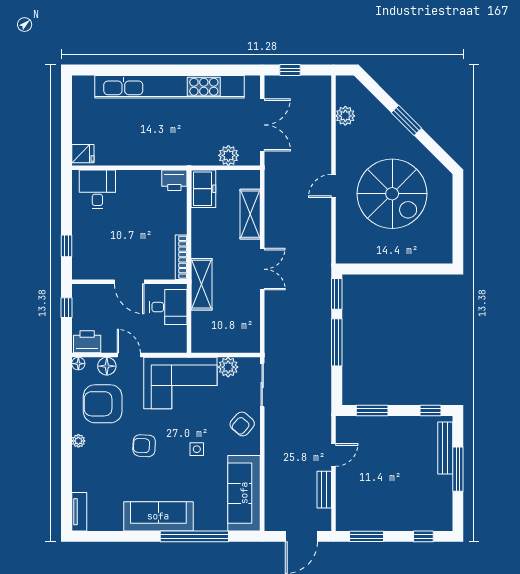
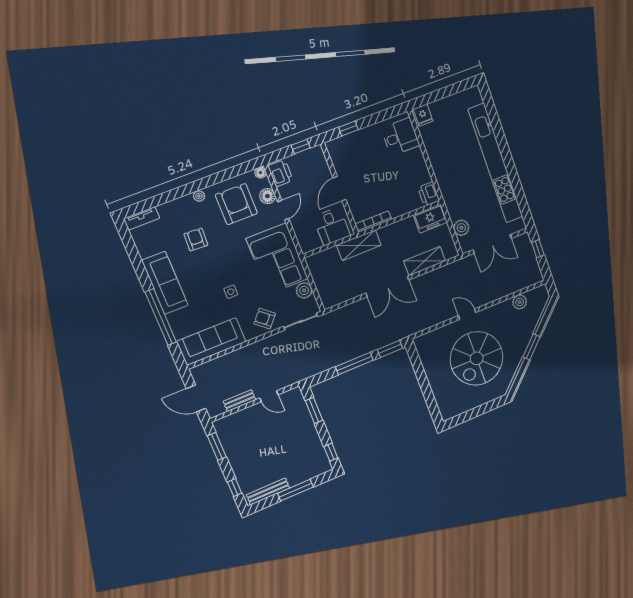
double door: (262, 269) -> (387, 286), width x1.37
armchair: (144, 446) -> (196, 240), moved
bench: (445, 448) -> (268, 491), moved

